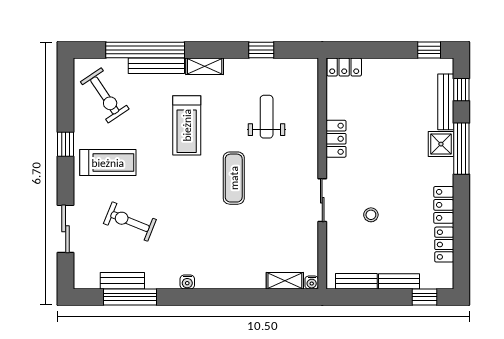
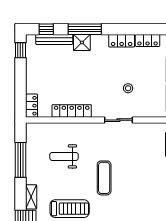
window: (261, 50) -> (20, 160), width x2.17
locker: (336, 139) -> (72, 111), width x1.53
exercise mat: (234, 178) -> (104, 178), turned 90

